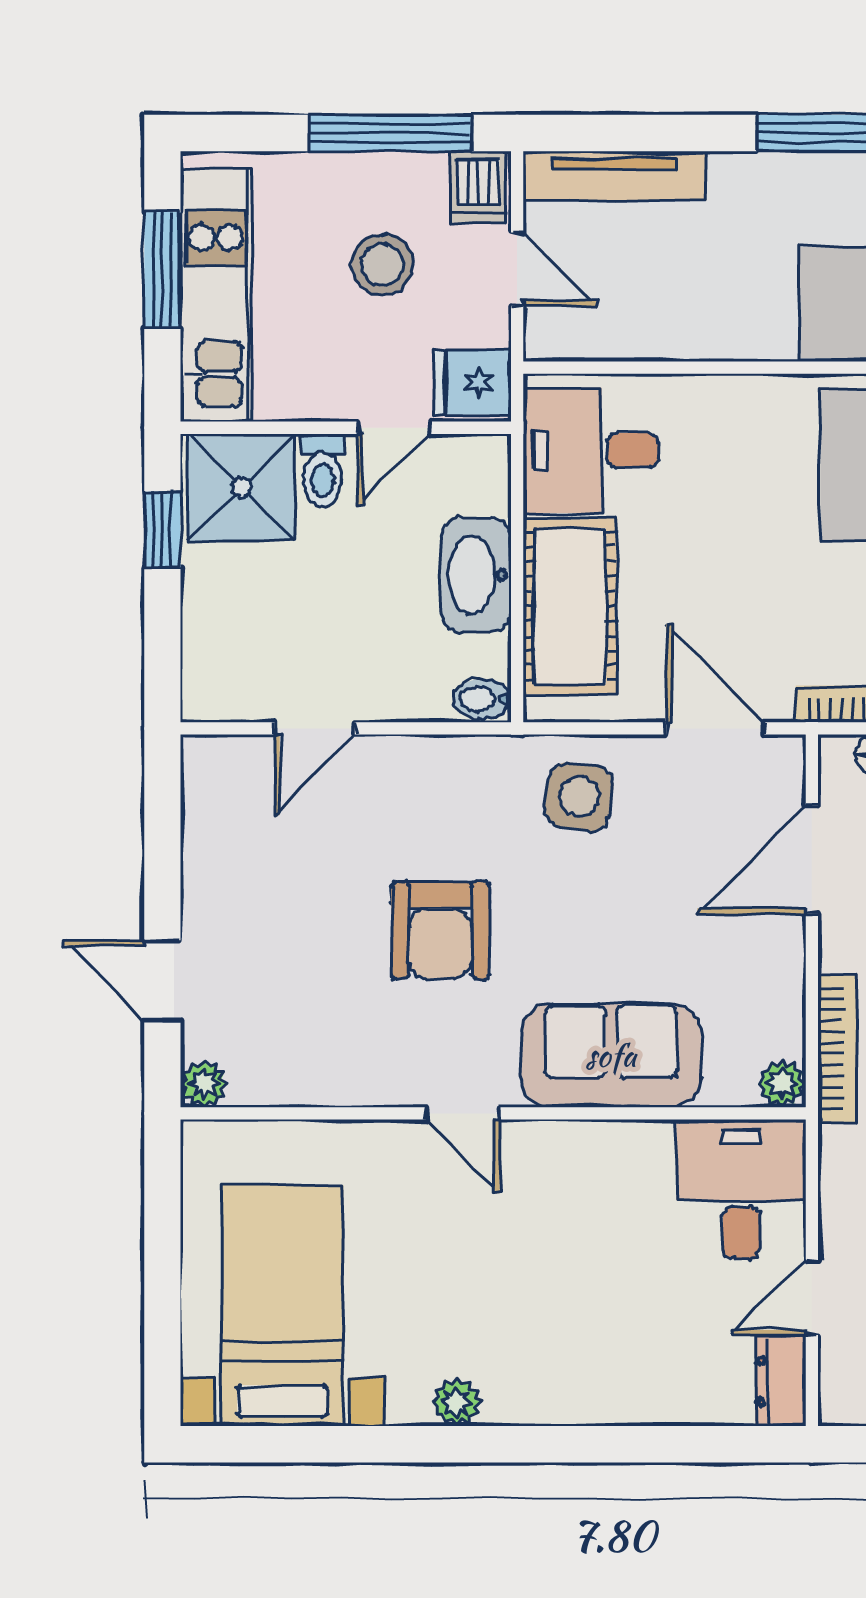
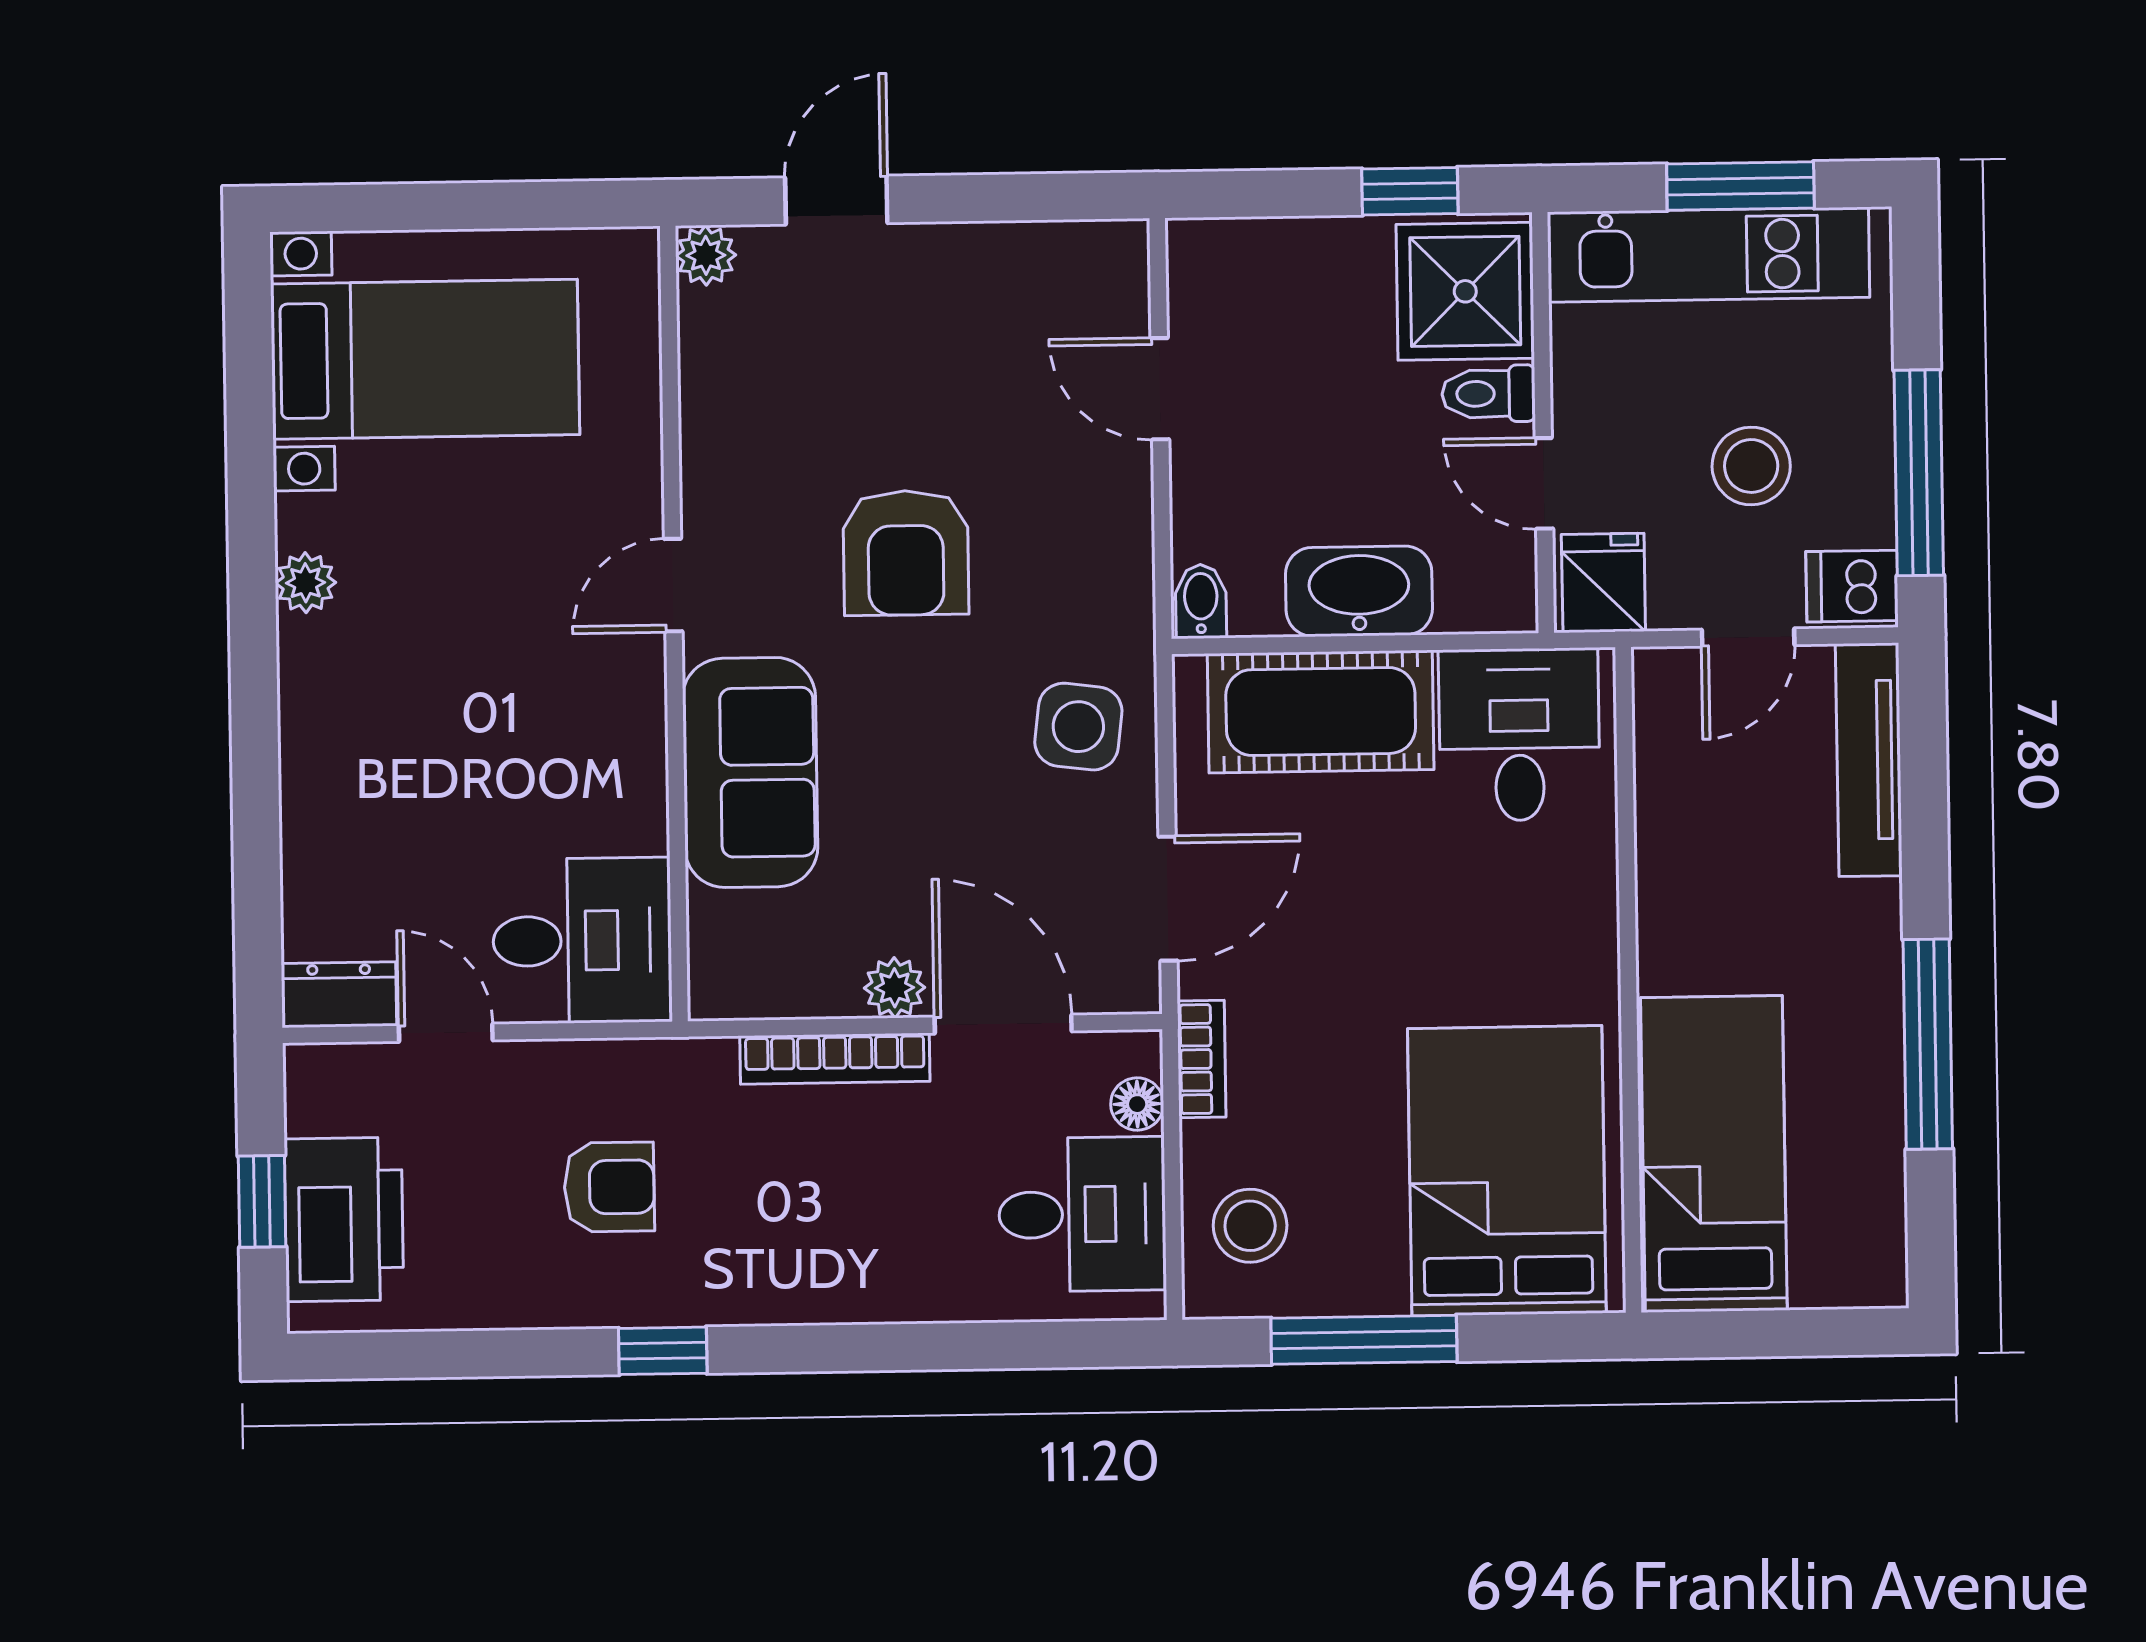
armchair: (440, 930) -> (906, 553), turned -90
bookcase: (837, 1048) -> (835, 1059), moved
plant: (782, 1084) -> (895, 988), moved

